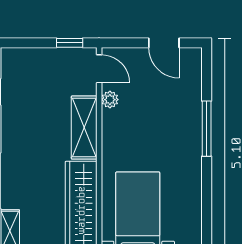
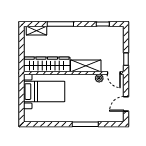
door: (99, 69) -> (114, 73), hinge flipped

